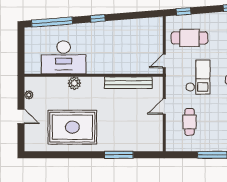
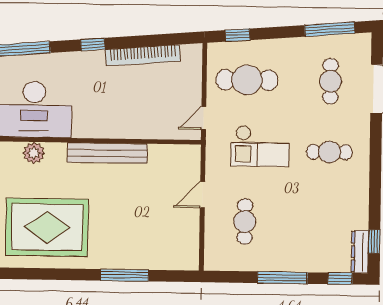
bookcase: (128, 24) -> (143, 55), added
checkout: (198, 77) -> (260, 146), turned 90
plant: (74, 83) -> (34, 153), moved
bench: (128, 83) -> (107, 153), moved

